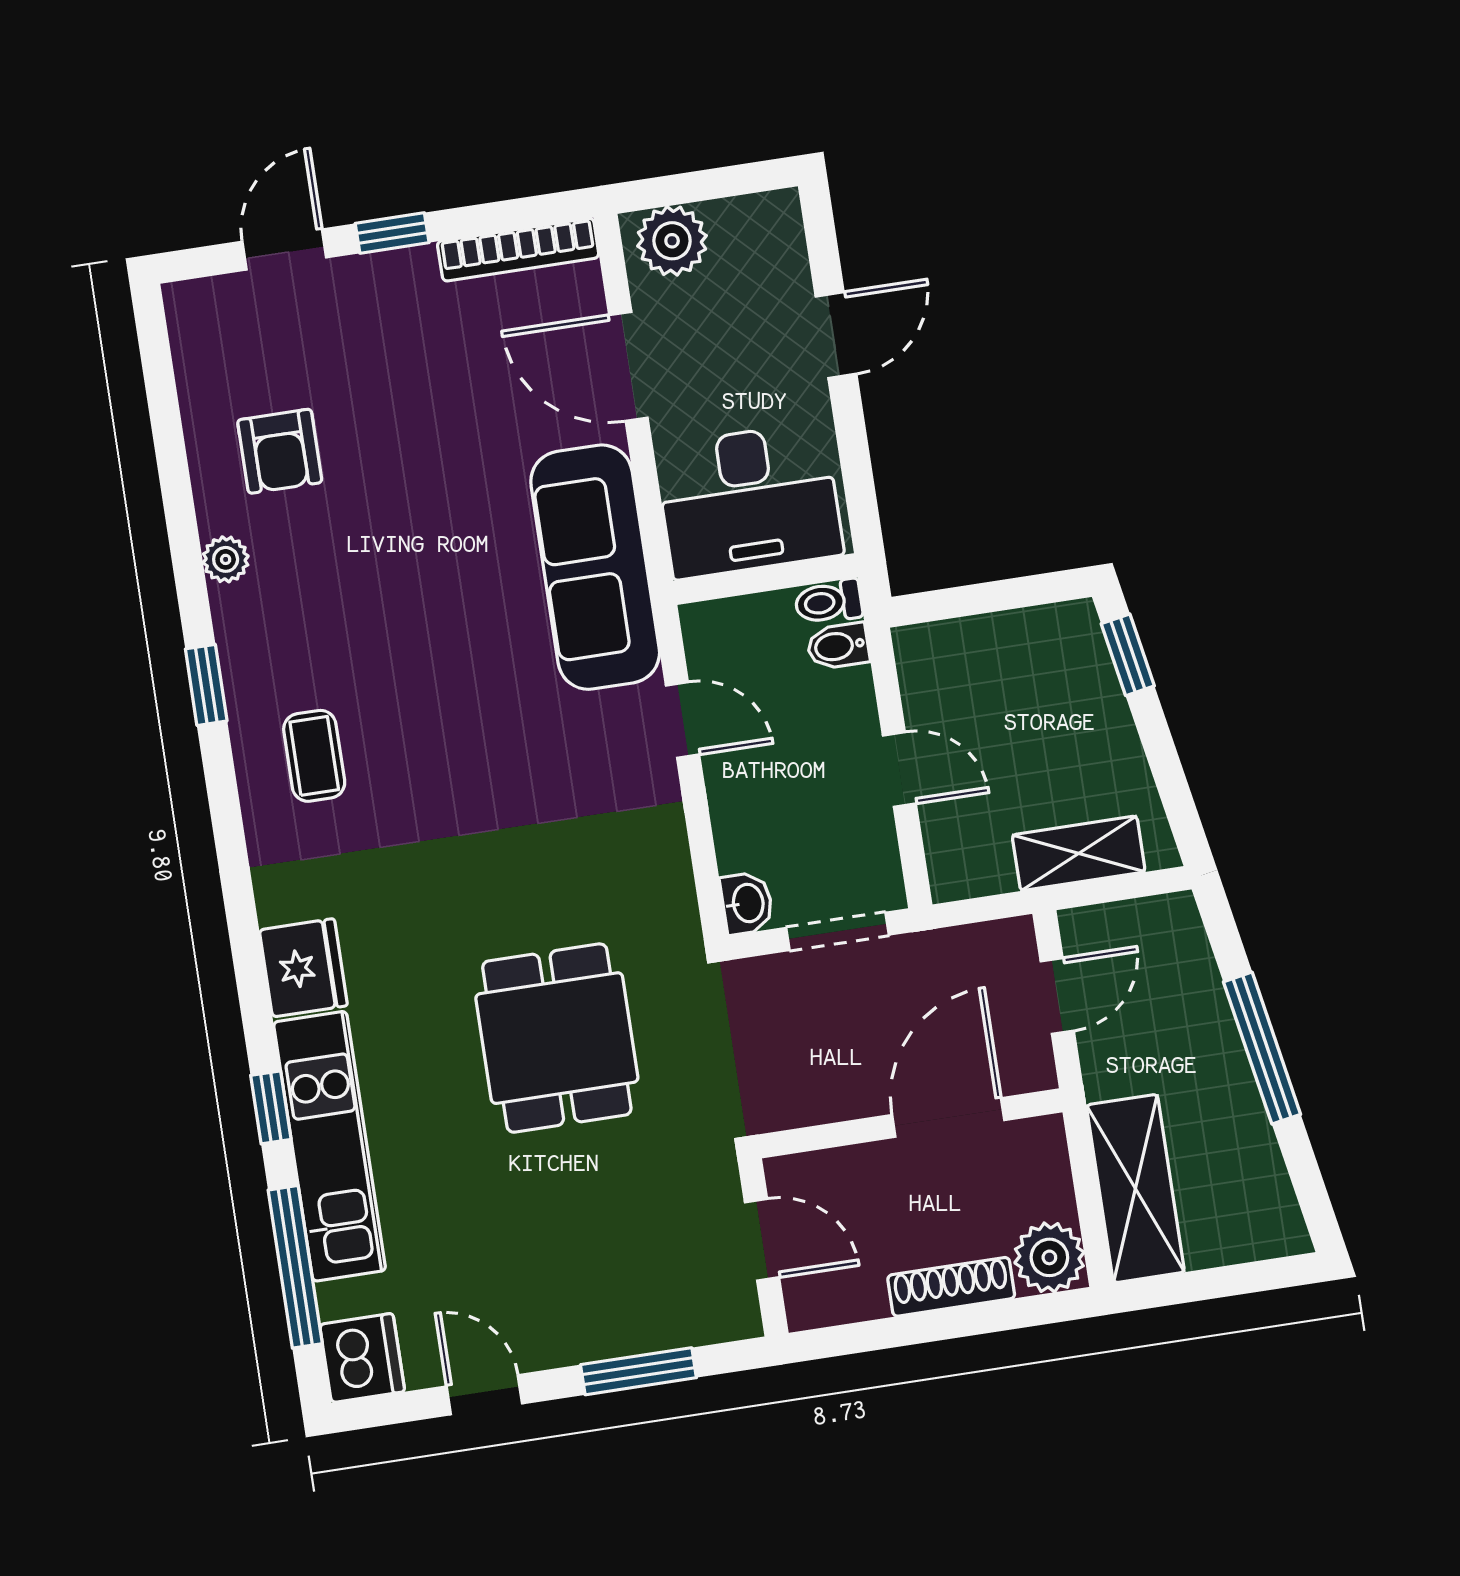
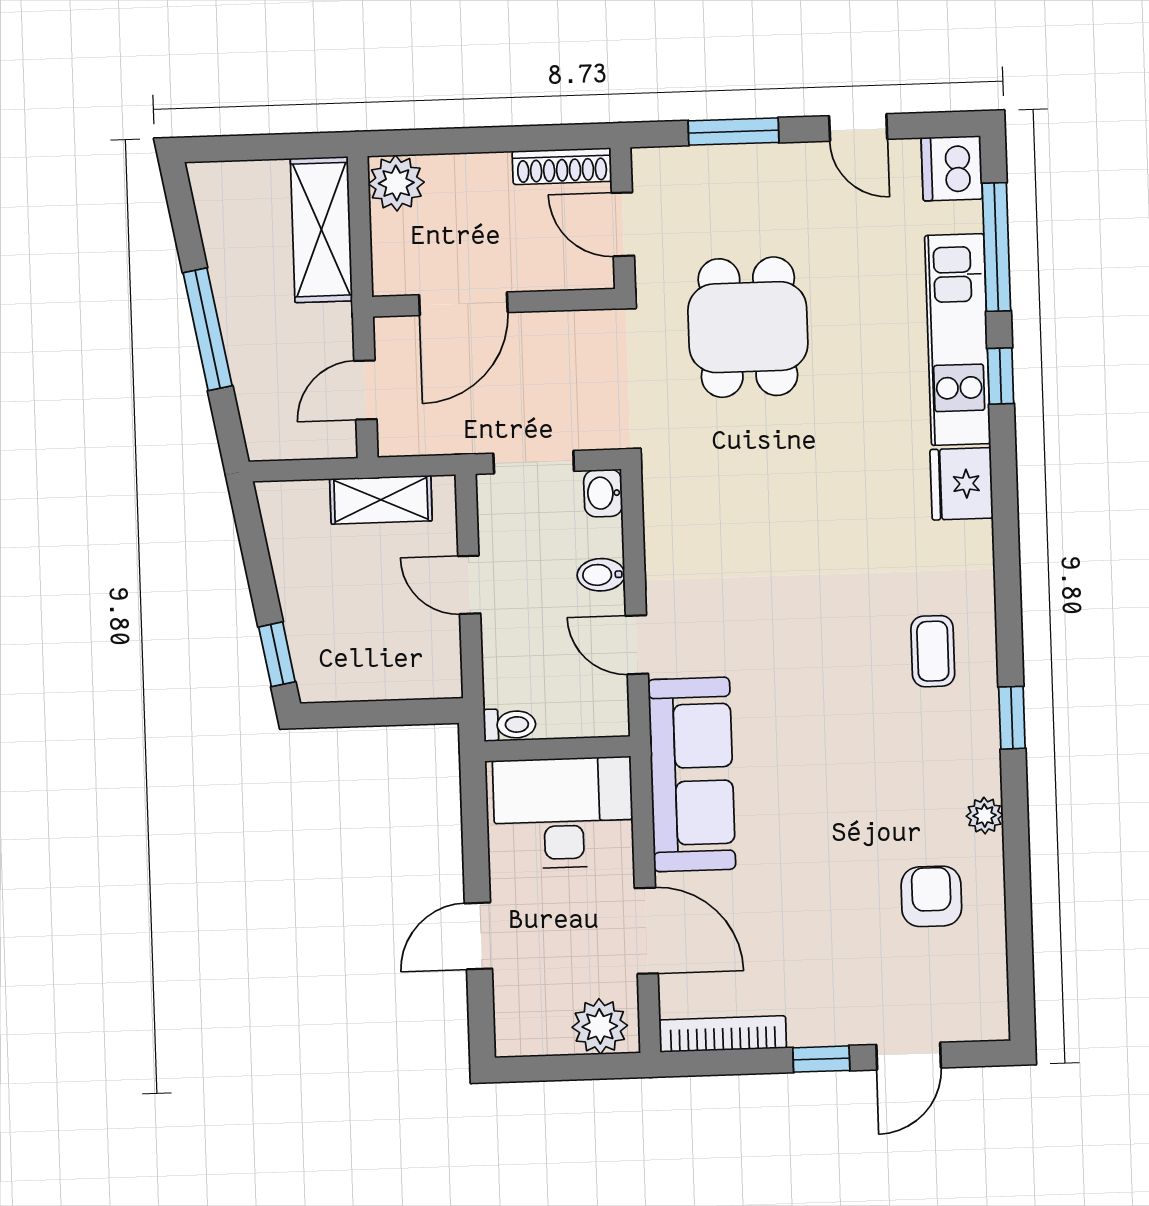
bidet: (838, 646) -> (601, 575), moved, turned 180
shelving: (1079, 853) -> (381, 500), moved
dining table: (557, 1038) -> (748, 327), moved
shoe rack: (951, 1287) -> (562, 166), moved

